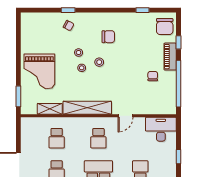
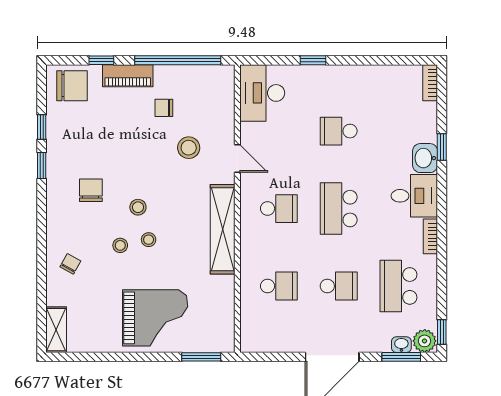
window: (68, 10) -> (42, 165), moved
stool: (131, 89) -> (189, 148), added
shelving: (50, 109) -> (56, 330), moved

